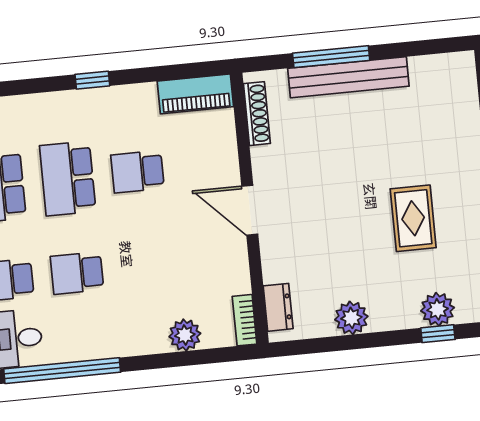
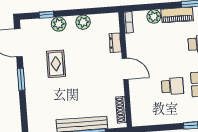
piano: (195, 94) -> (177, 15), moved, turned 180
dresser: (278, 307) -> (115, 43), moved
plant: (438, 309) -> (59, 24), moved

